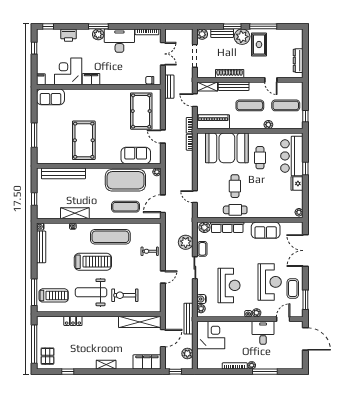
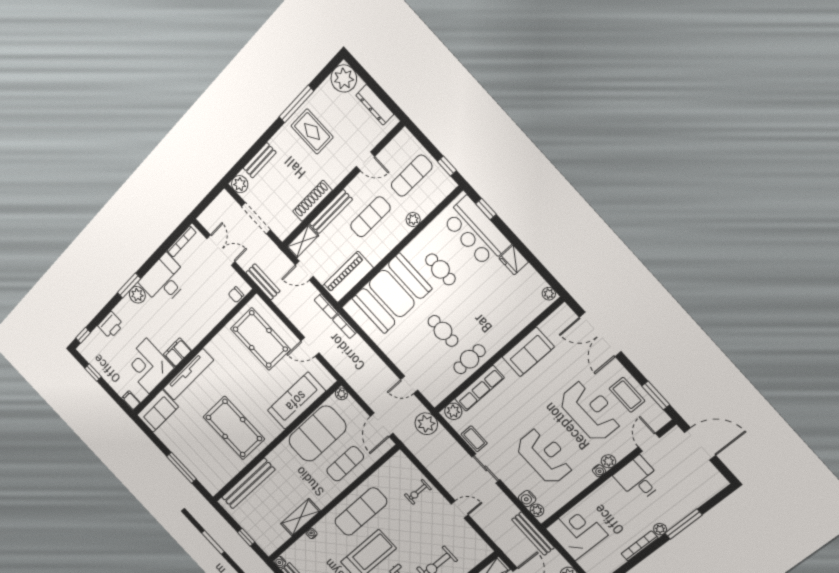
window: (232, 26) -> (263, 140), removed
plant: (242, 37) -> (344, 78), moved
tv unit: (86, 94) -> (188, 374), added
sofa: (136, 155) -> (296, 401), width x1.36
window: (305, 168) -> (486, 209), moved
plant: (186, 242) -> (426, 424), moved
door: (163, 277) -> (460, 509), hinge flipped

